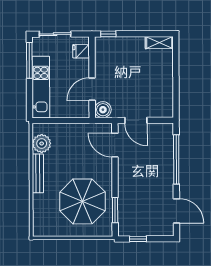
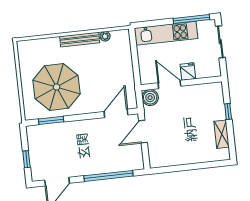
window: (108, 34) -> (228, 111), moved
shelving: (159, 43) -> (222, 134), moved
fridge: (81, 51) -> (188, 72), moved
plant: (42, 143) -> (105, 36), width x0.53, depth x0.53
window: (138, 239) -> (26, 159), moved

